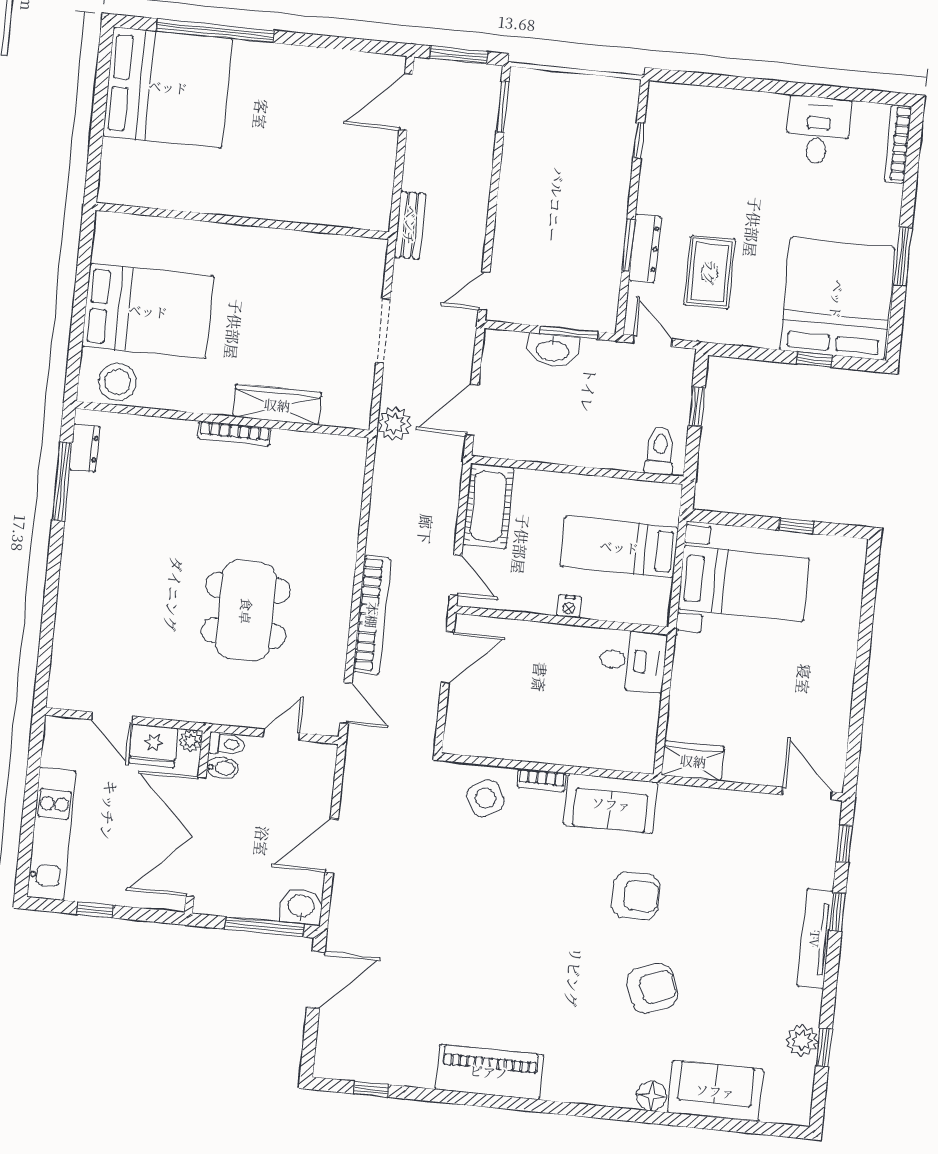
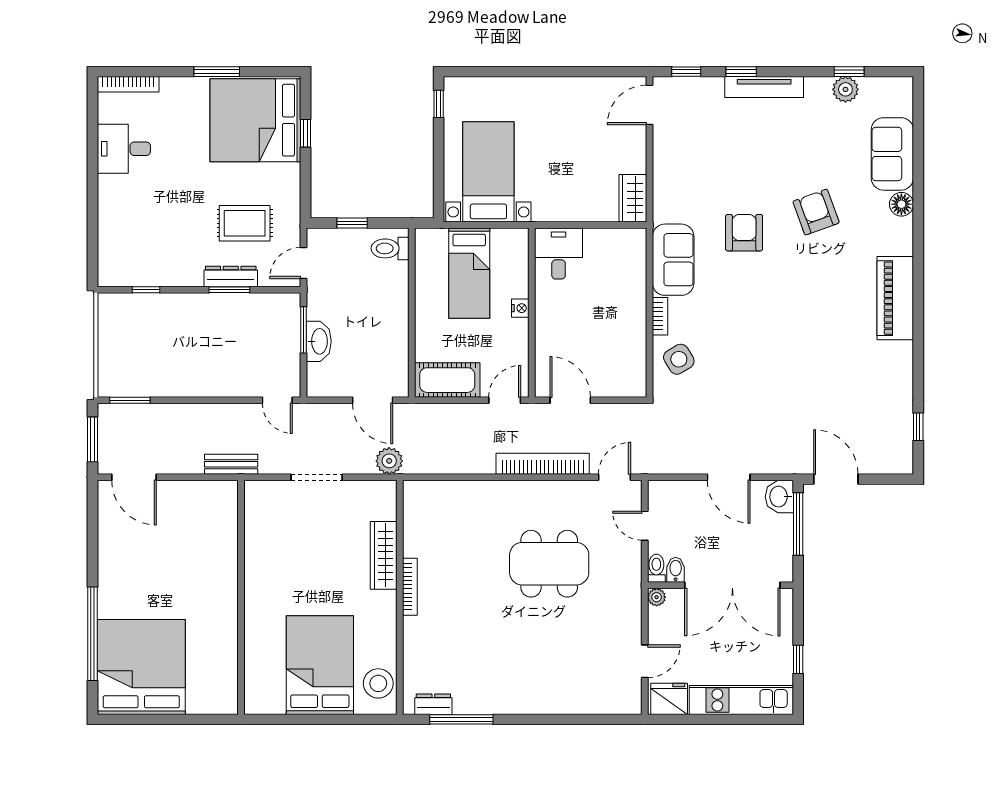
window: (796, 526) -> (439, 104), moved
fridge: (153, 746) -> (669, 699), moved, turned -90
piano: (489, 1072) -> (895, 298), moved

